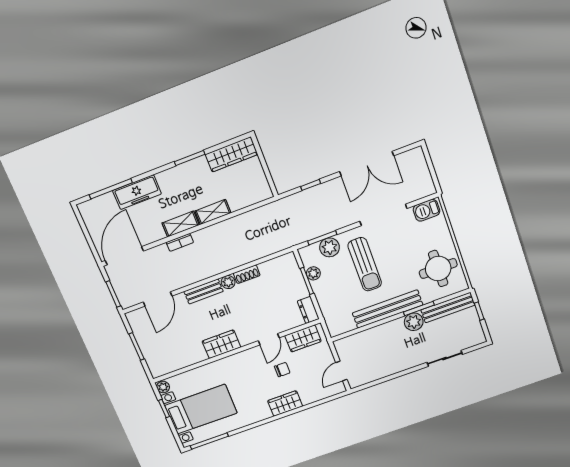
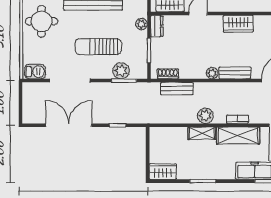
wardrobe: (231, 154) -> (163, 172), width x0.67
shelving: (181, 224) -> (238, 136), width x1.50, depth x1.33
plant: (217, 233) -> (205, 116), added
bench: (260, 251) -> (177, 88), added
sun lounger: (365, 264) -> (98, 47), turned -90
plant: (313, 273) -> (142, 24), moved
shoe rack: (247, 274) -> (168, 74), moved

